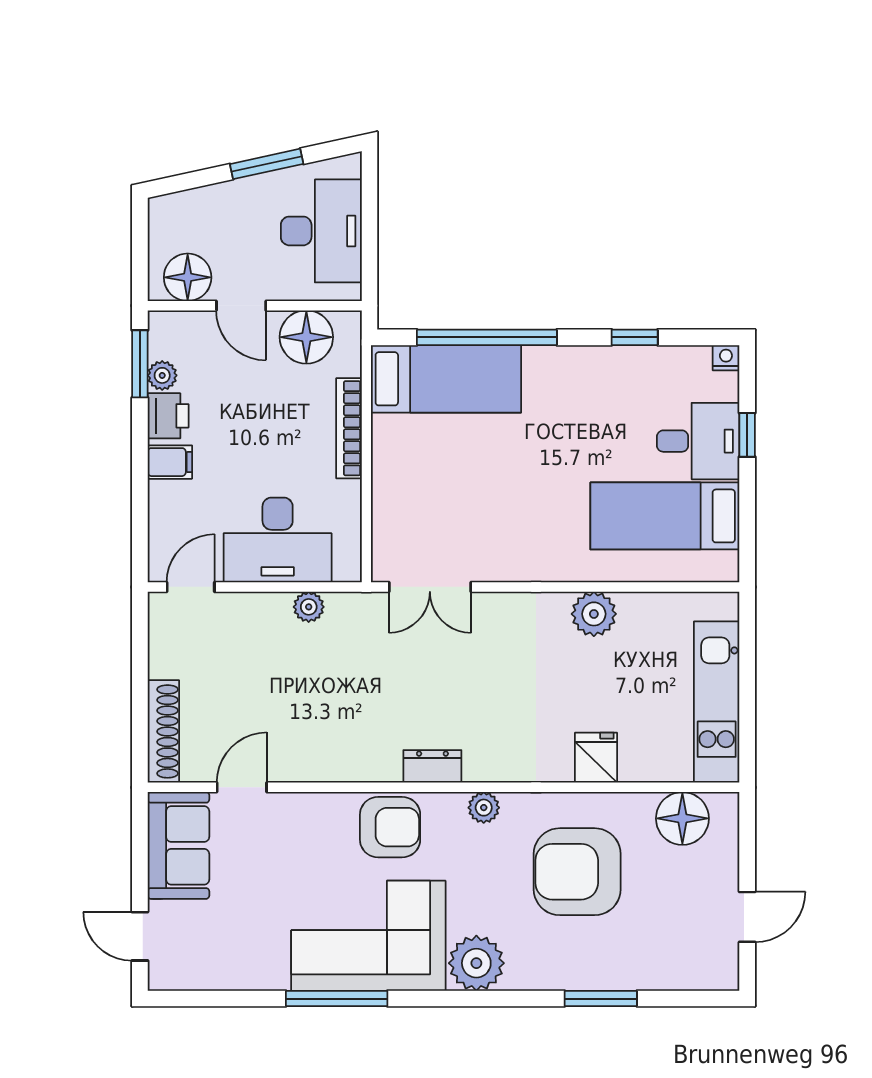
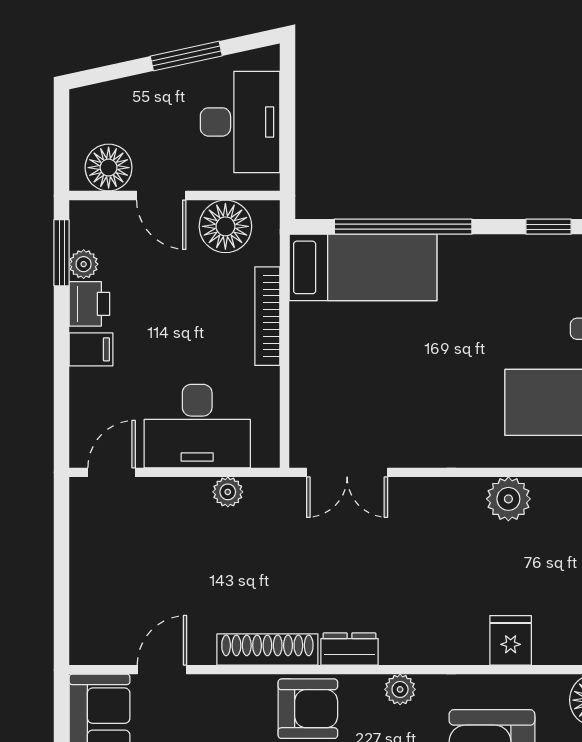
shoe rack: (163, 731) -> (267, 649), moved, turned -90

